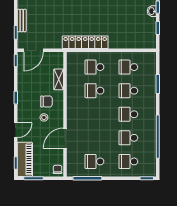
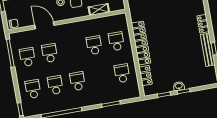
locker: (85, 42) -> (141, 43), moved
locker: (135, 43) -> (146, 76), added
school desk: (128, 91) -> (50, 53), moved

